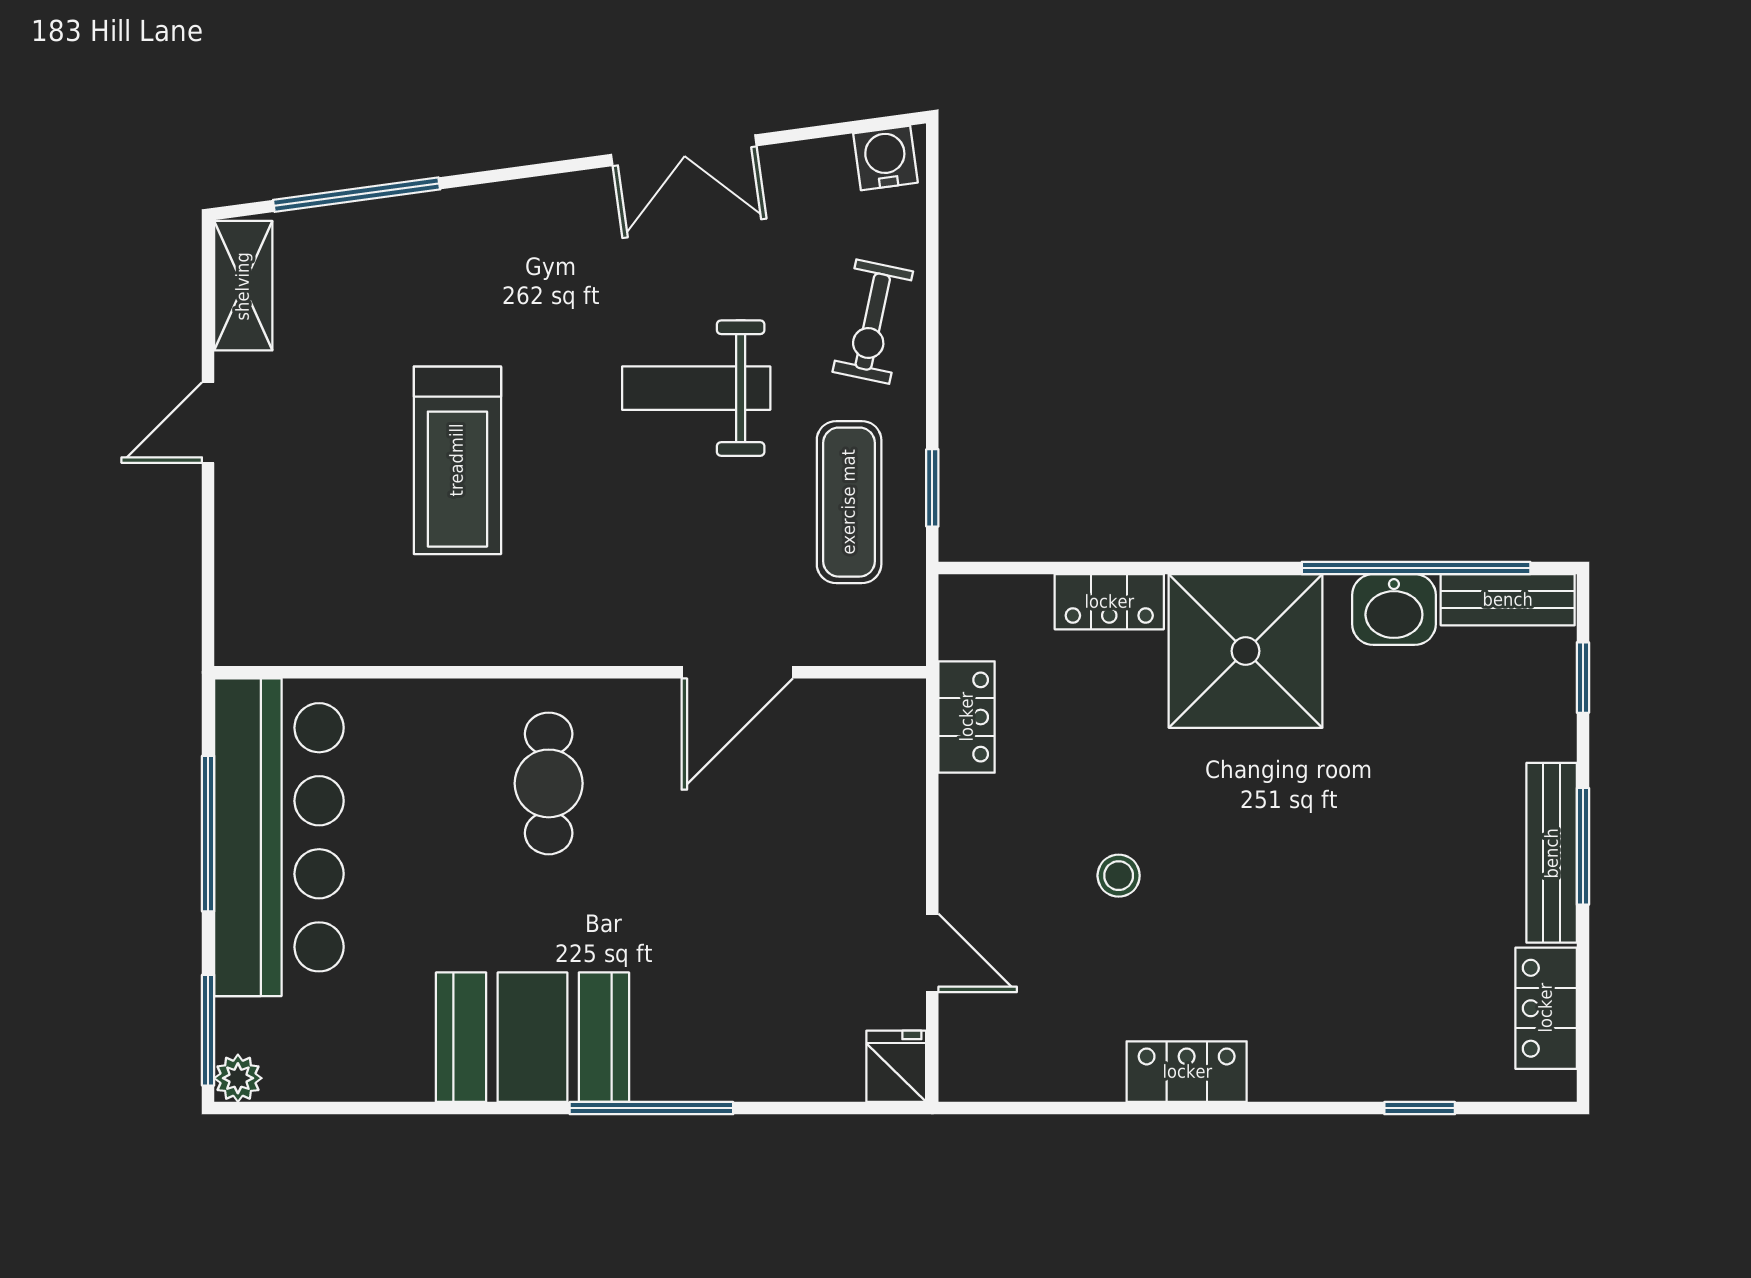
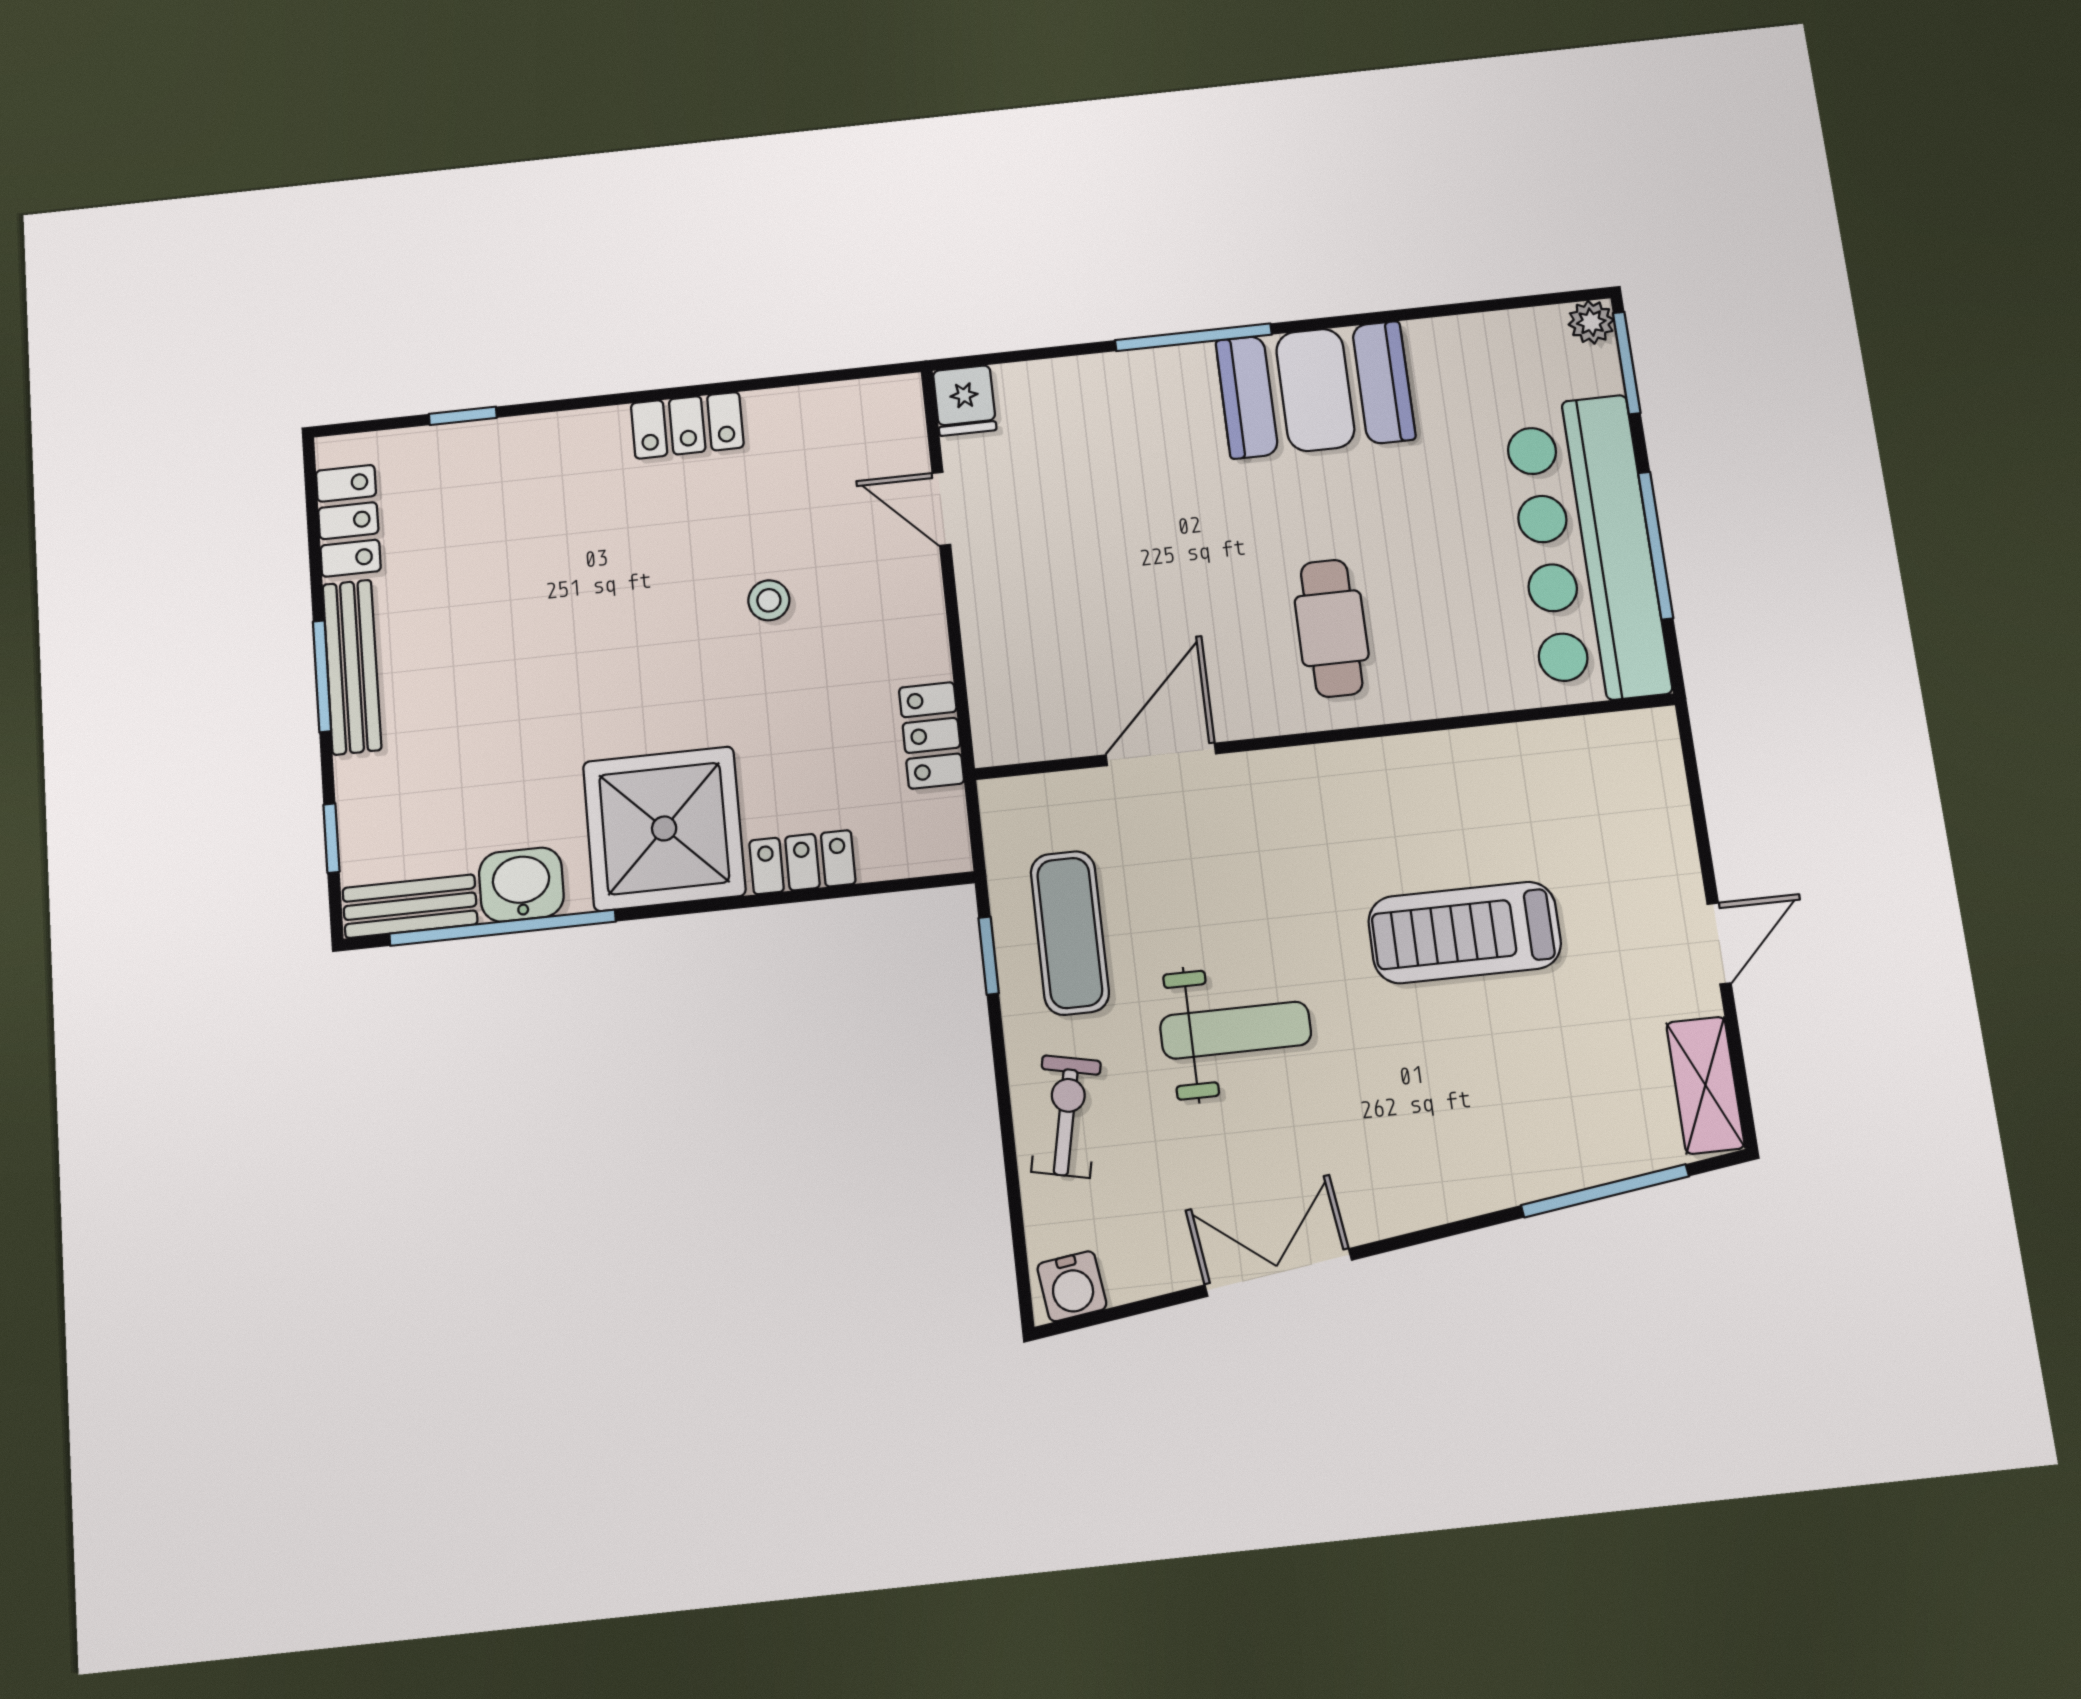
treadmill: (457, 460) -> (1465, 932), turned -90

